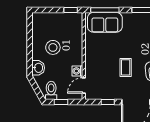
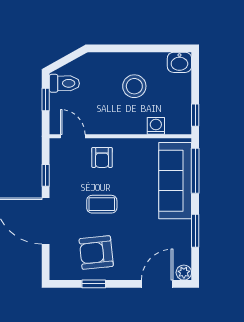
sofa: (105, 22) -> (175, 181), width x1.36
armchair: (97, 67) -> (102, 157), added
washbasin: (38, 68) -> (179, 62), moved
washing machine: (77, 71) -> (156, 126), moved

